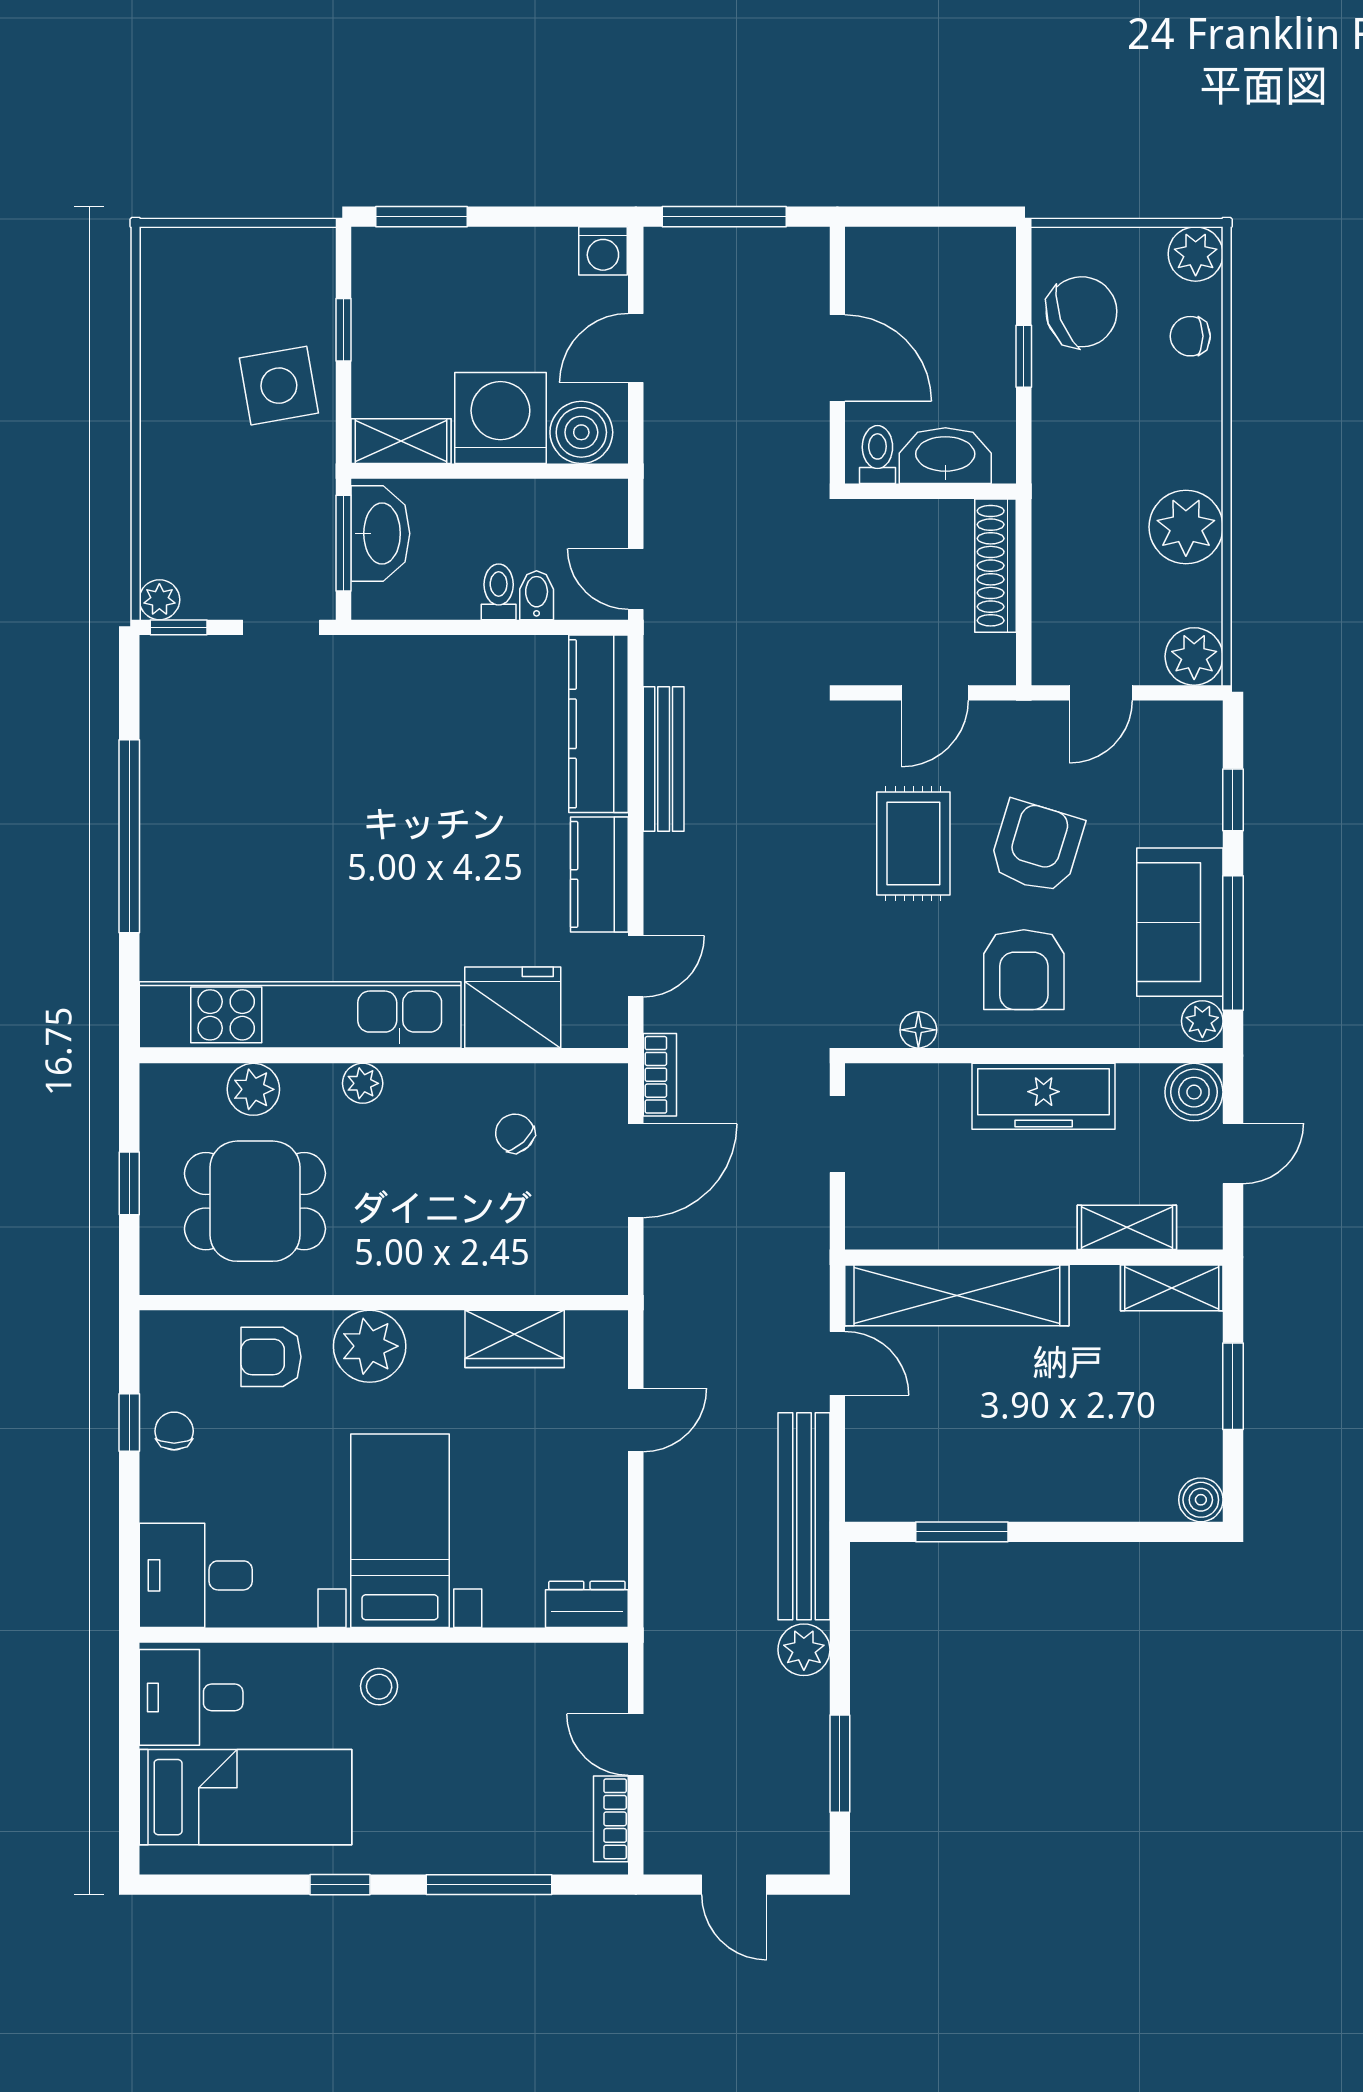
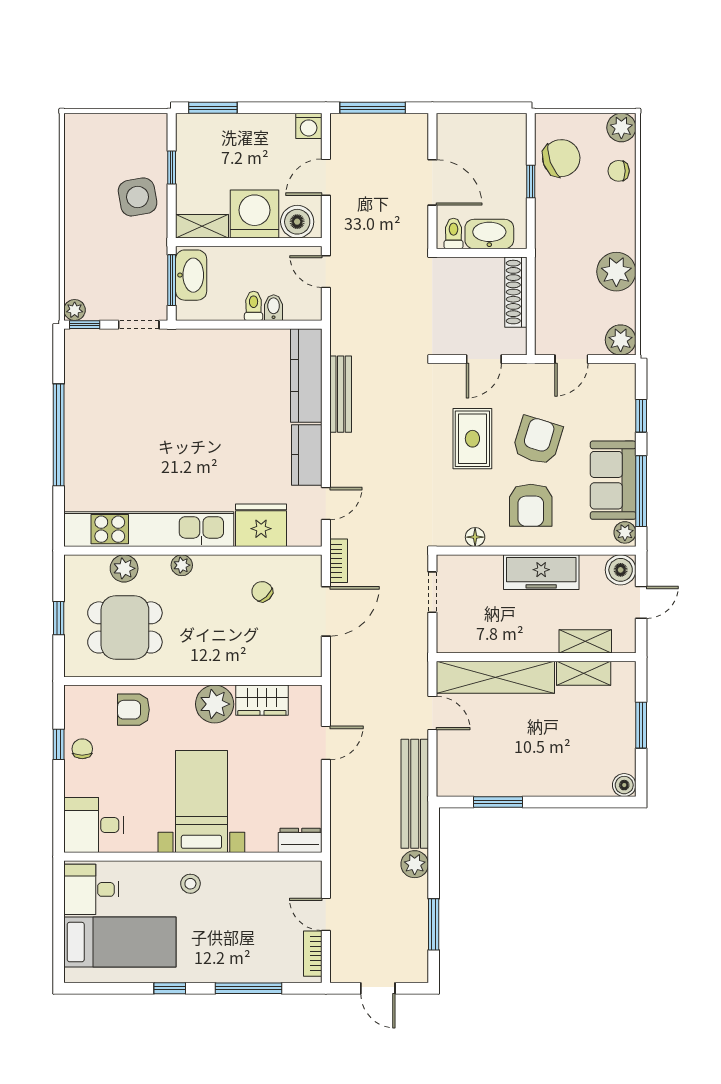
door: (636, 579) -> (326, 272), moved
shelving: (1172, 1288) -> (584, 673), moved
plant: (370, 1346) -> (215, 704), moved

